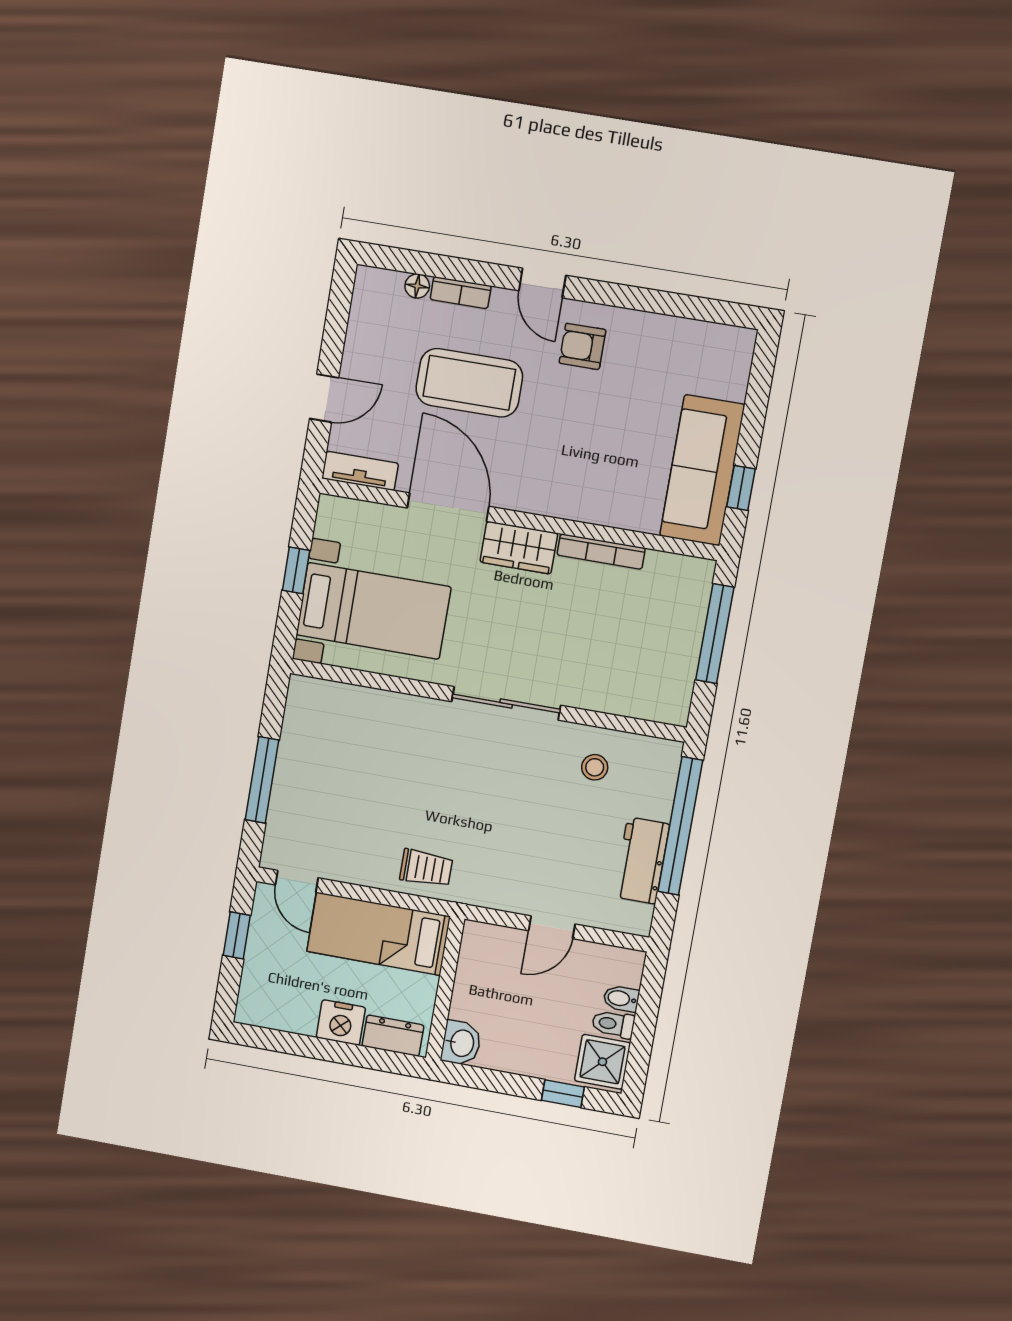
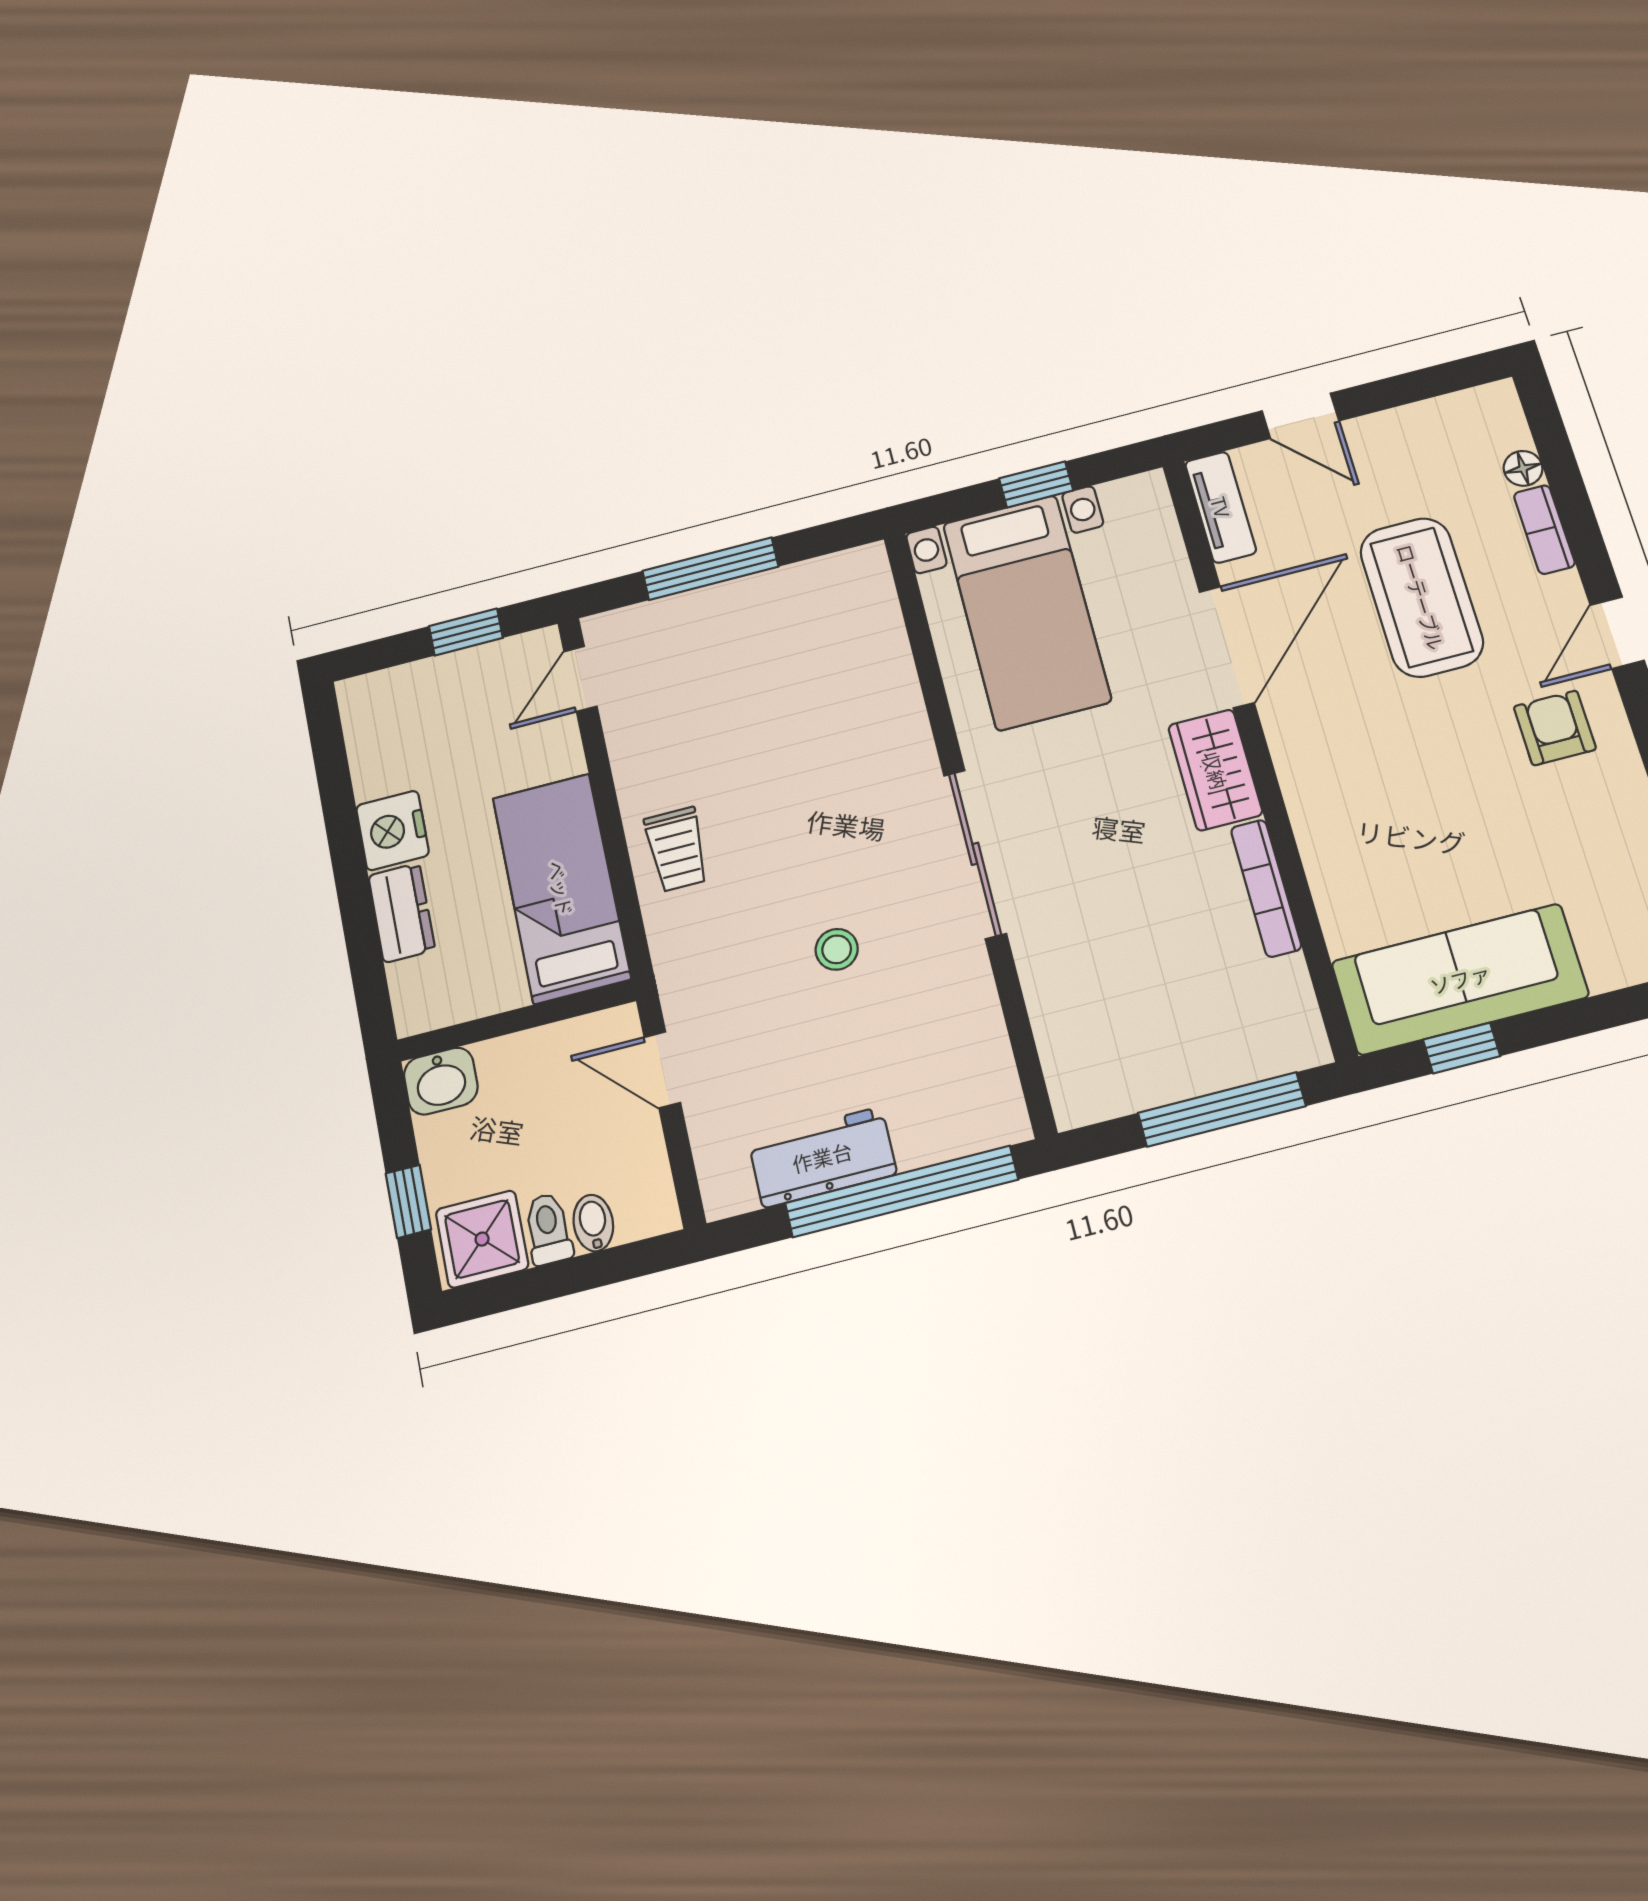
stool: (595, 767) -> (837, 949), moved
bed: (378, 934) -> (561, 888), moved
wall: (445, 988) -> (517, 1020), moved
washbasin: (461, 1043) -> (441, 1081), moved

